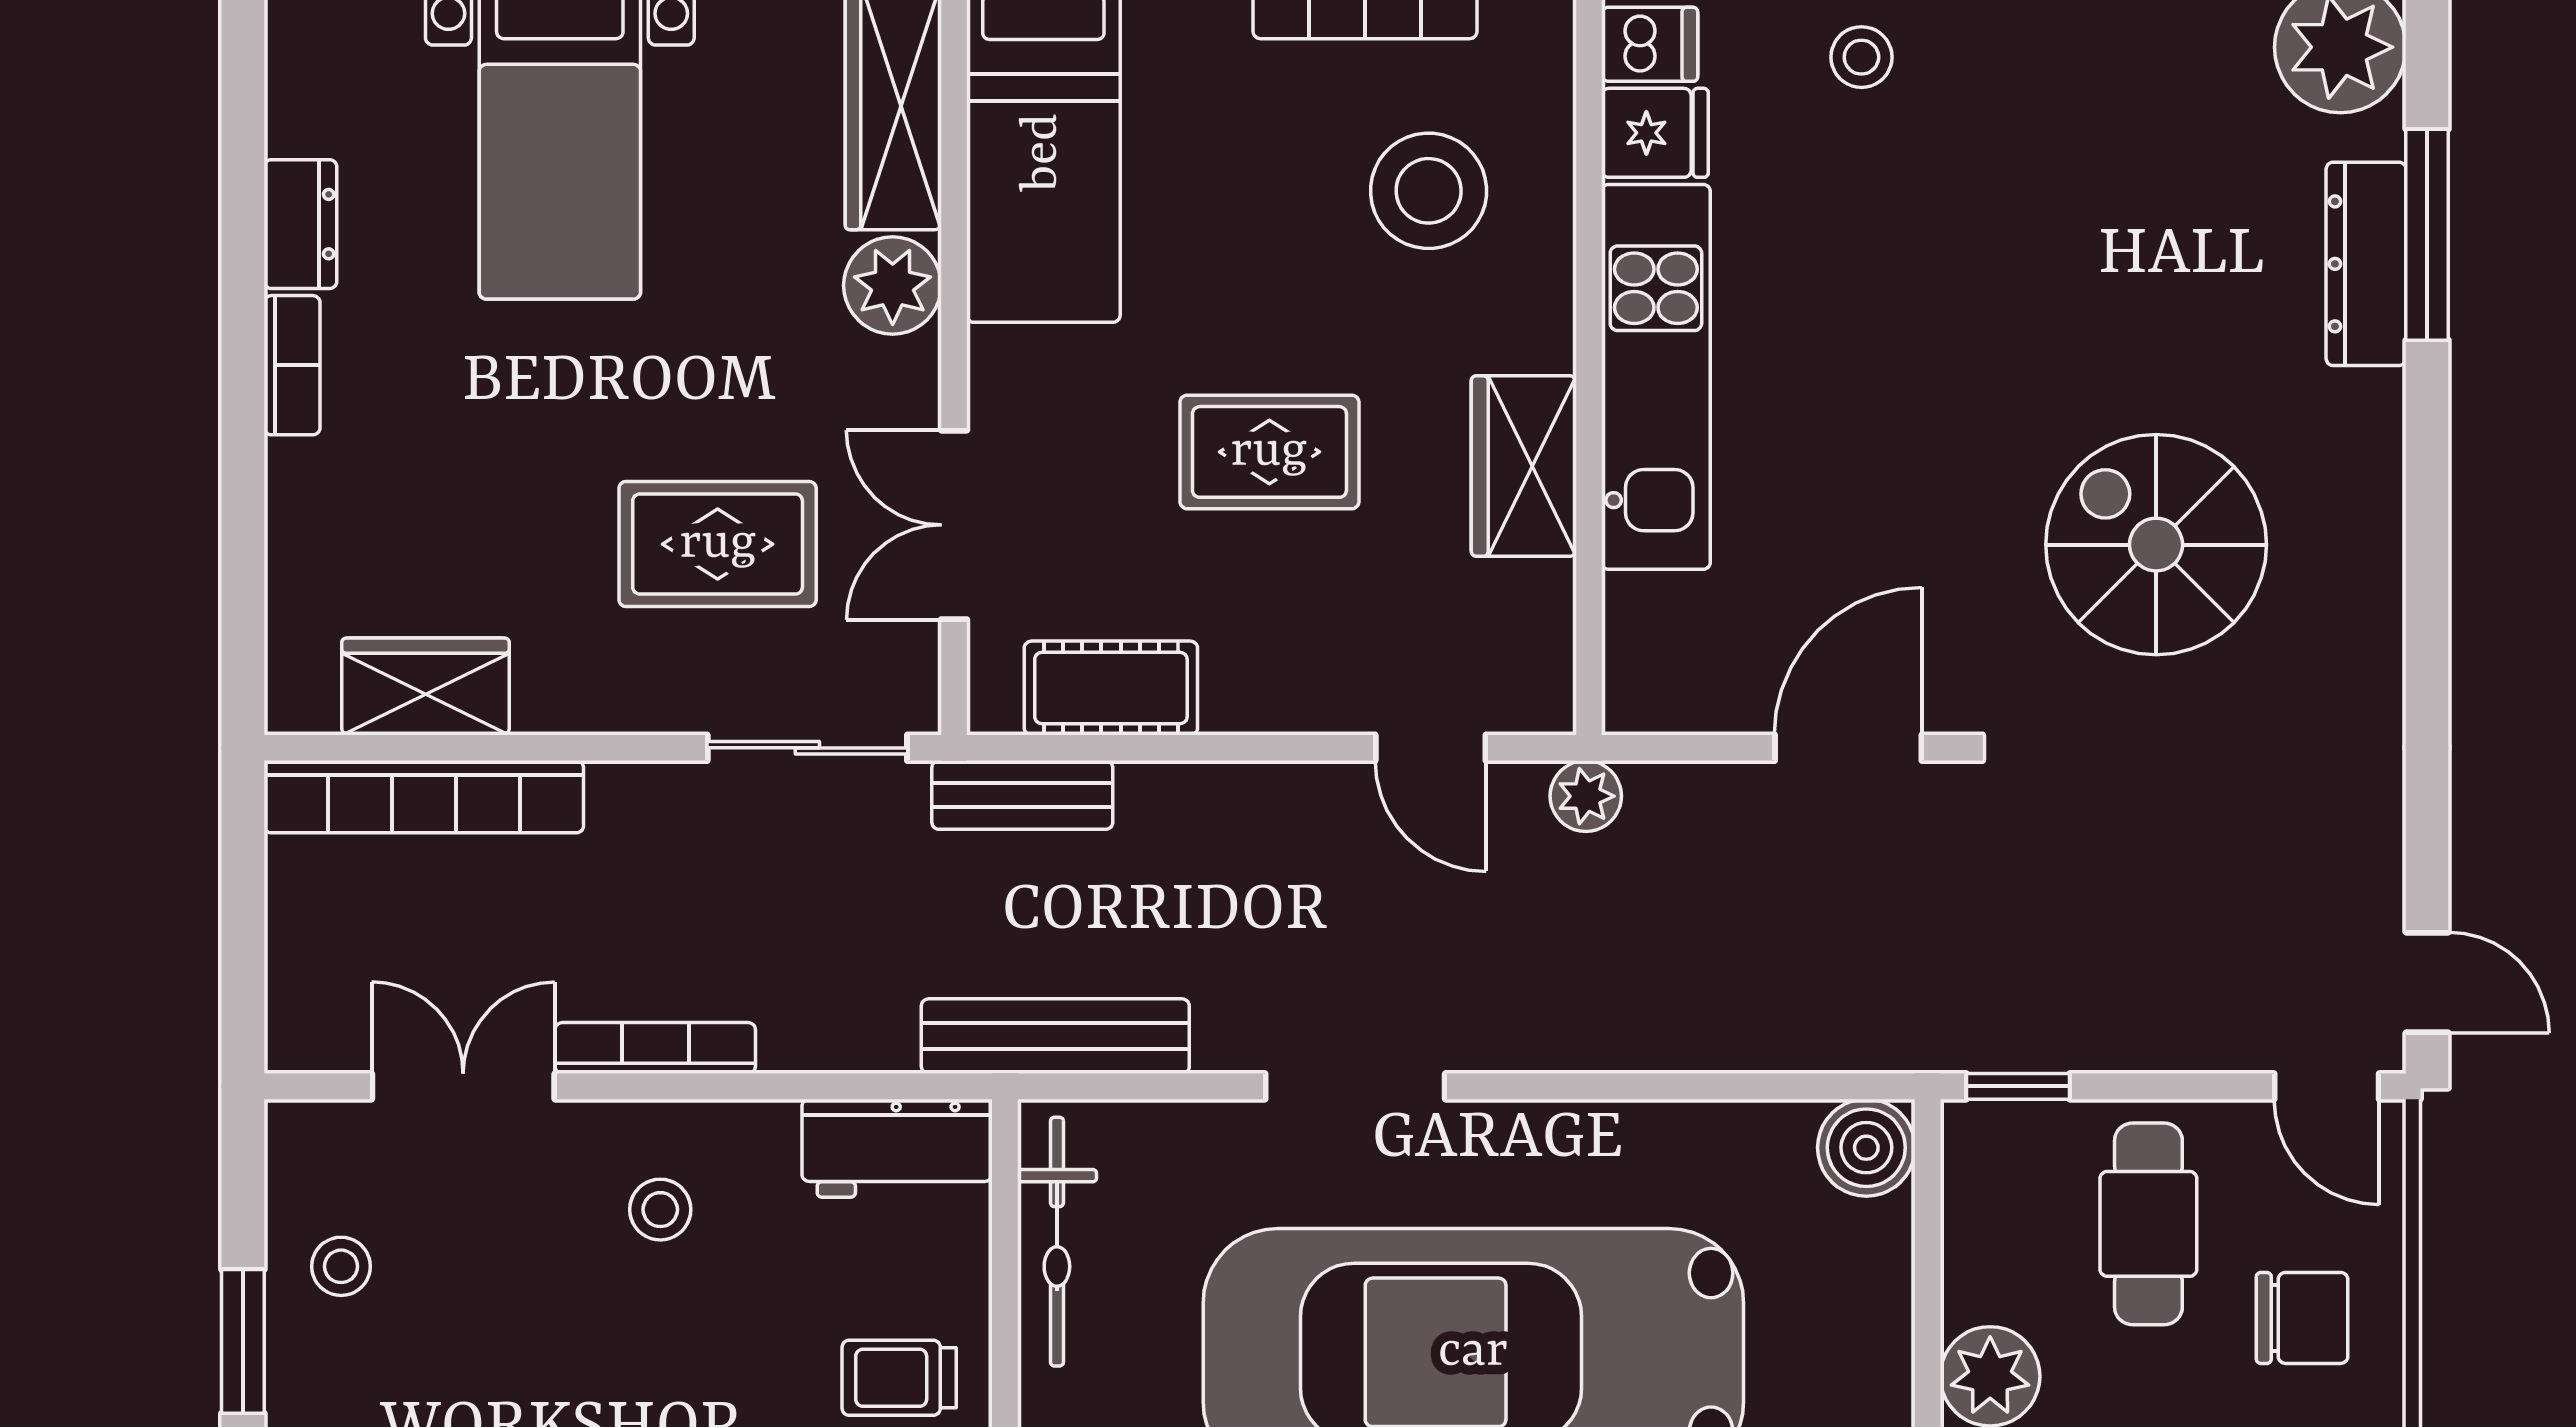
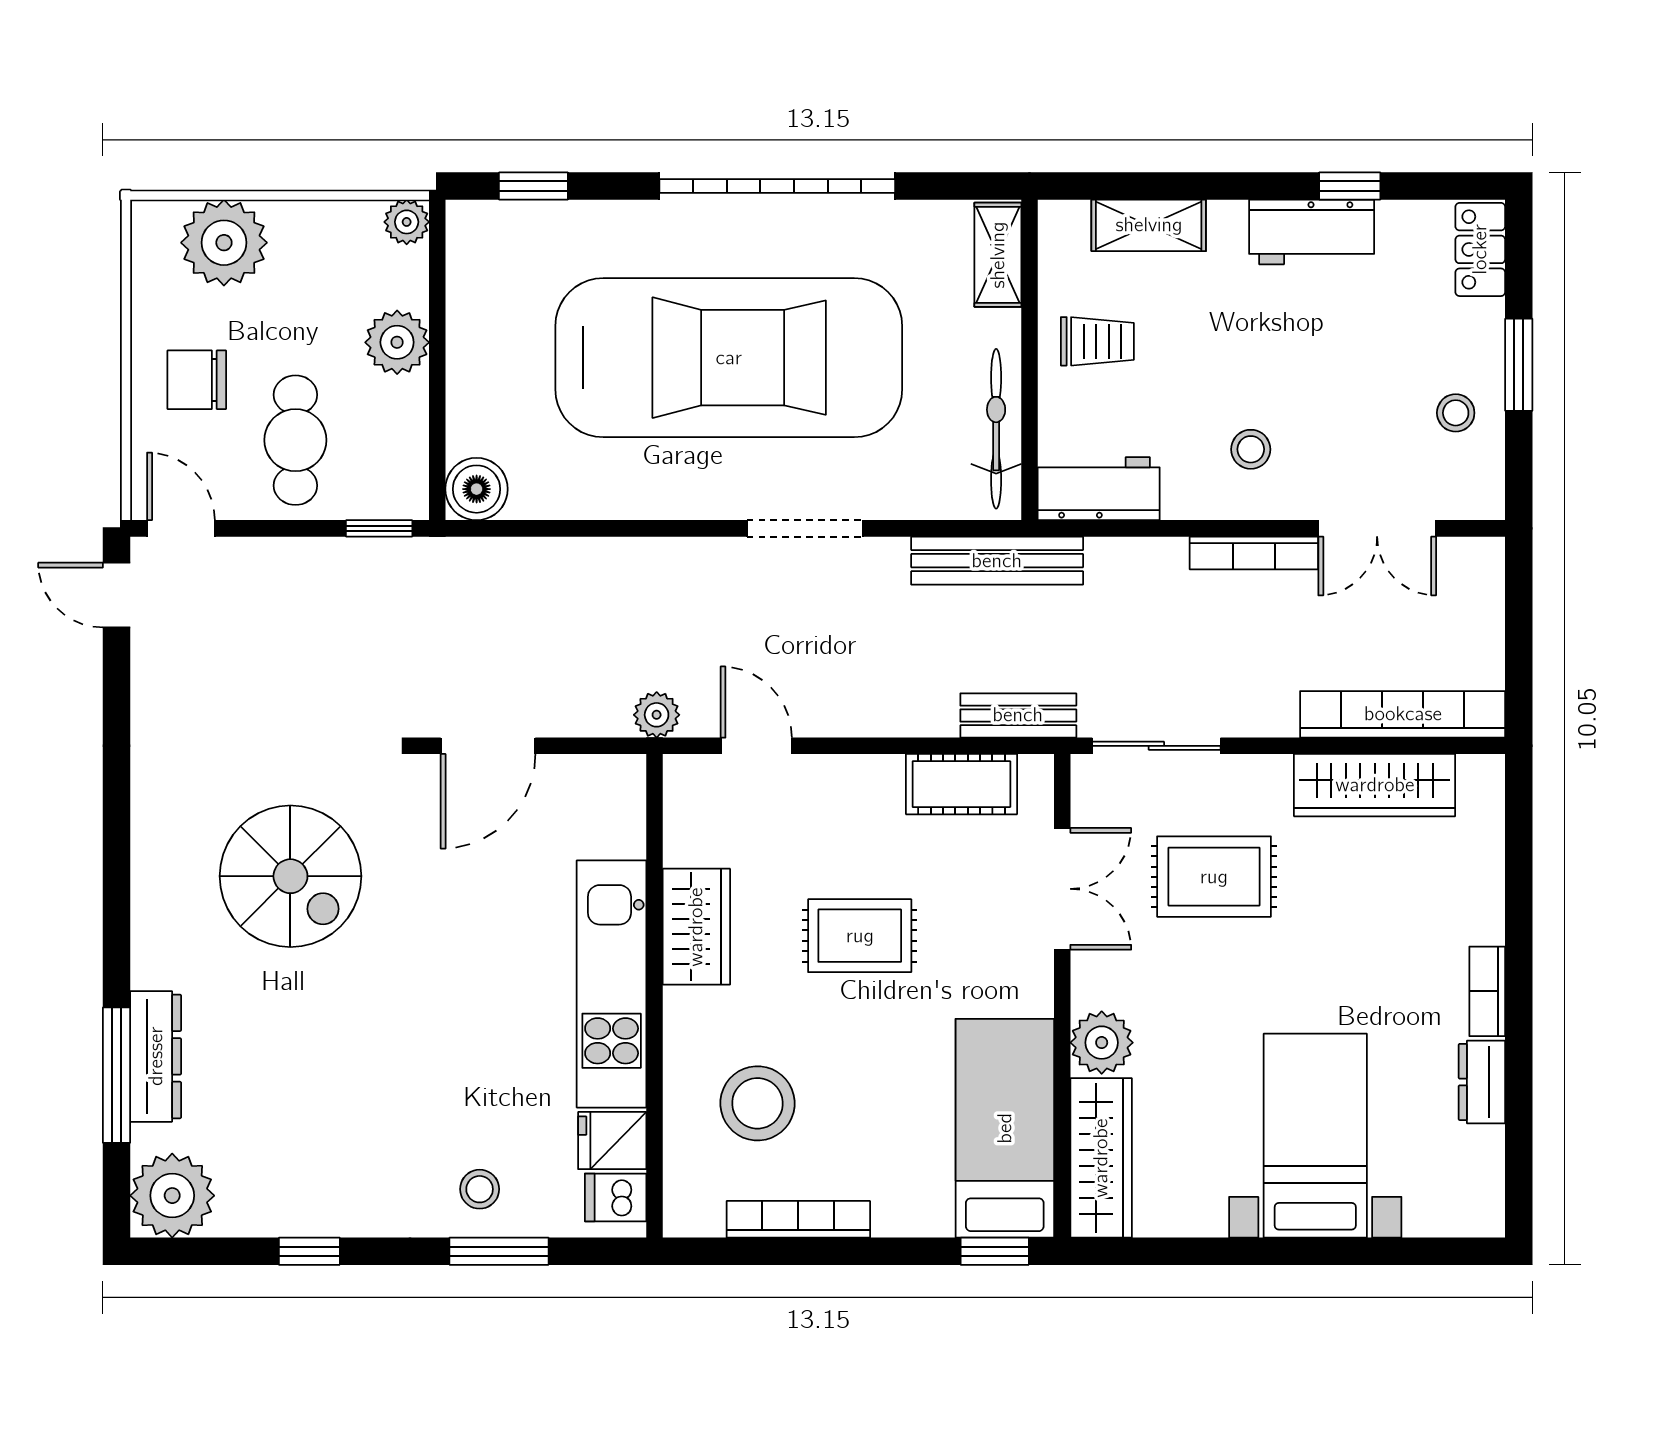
wardrobe: (425, 687) -> (1375, 785), width x1.50

